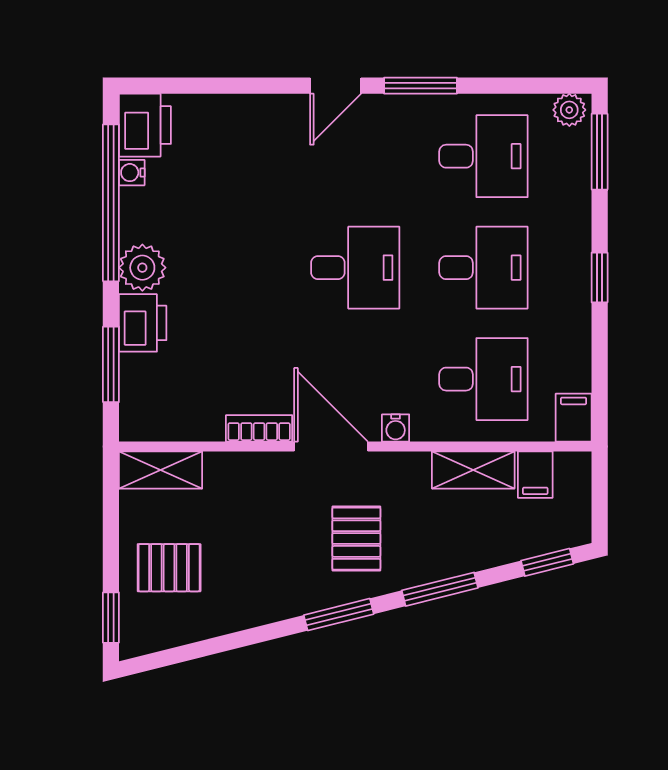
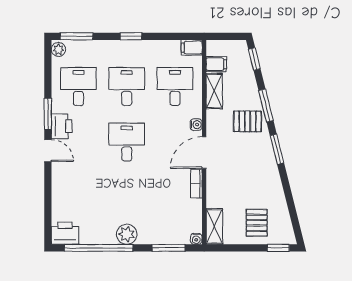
water cooler: (132, 173) -> (196, 239), moved
printer: (143, 323) -> (62, 126), moved, turned 90
pallet: (356, 539) -> (248, 121), moved

